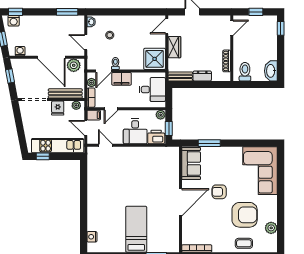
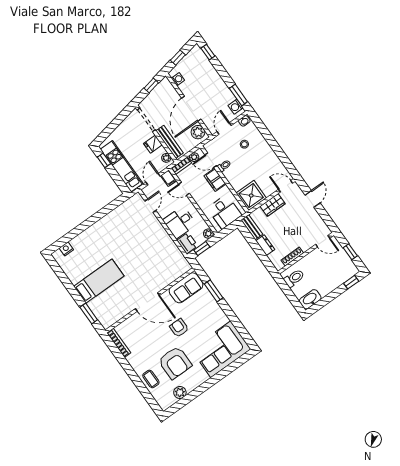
washing machine: (14, 21) -> (236, 107), moved

